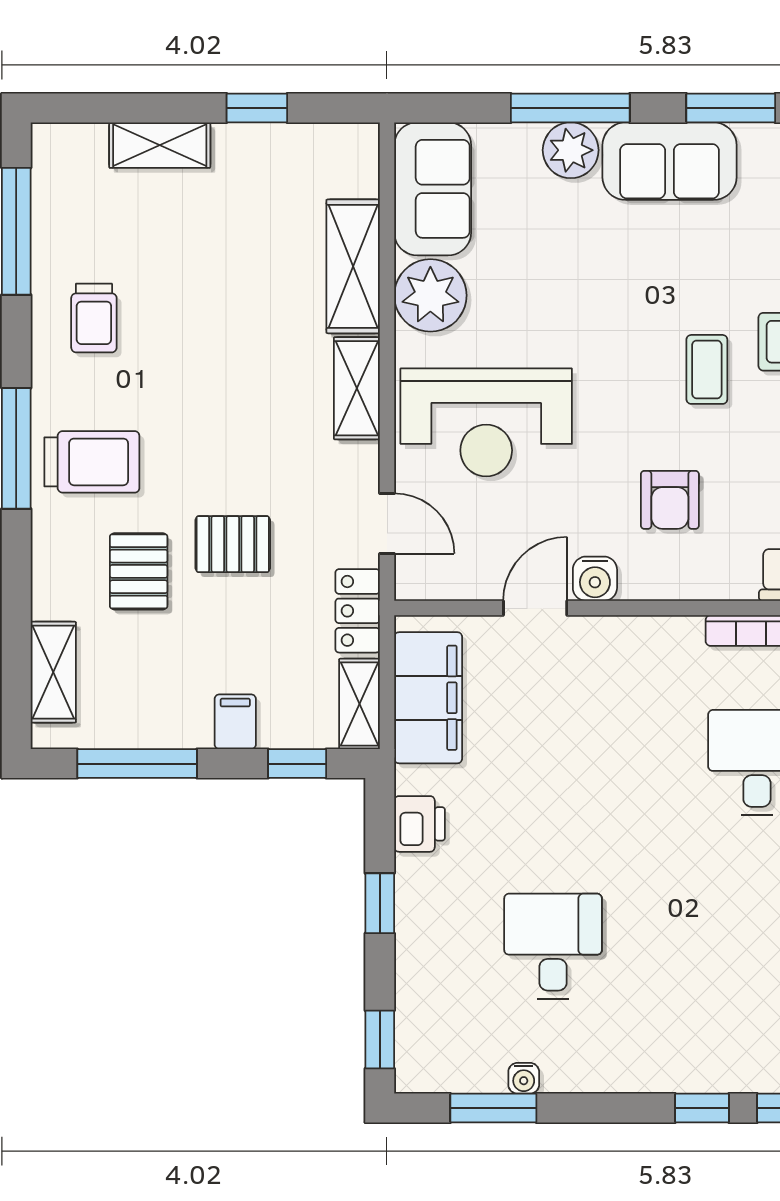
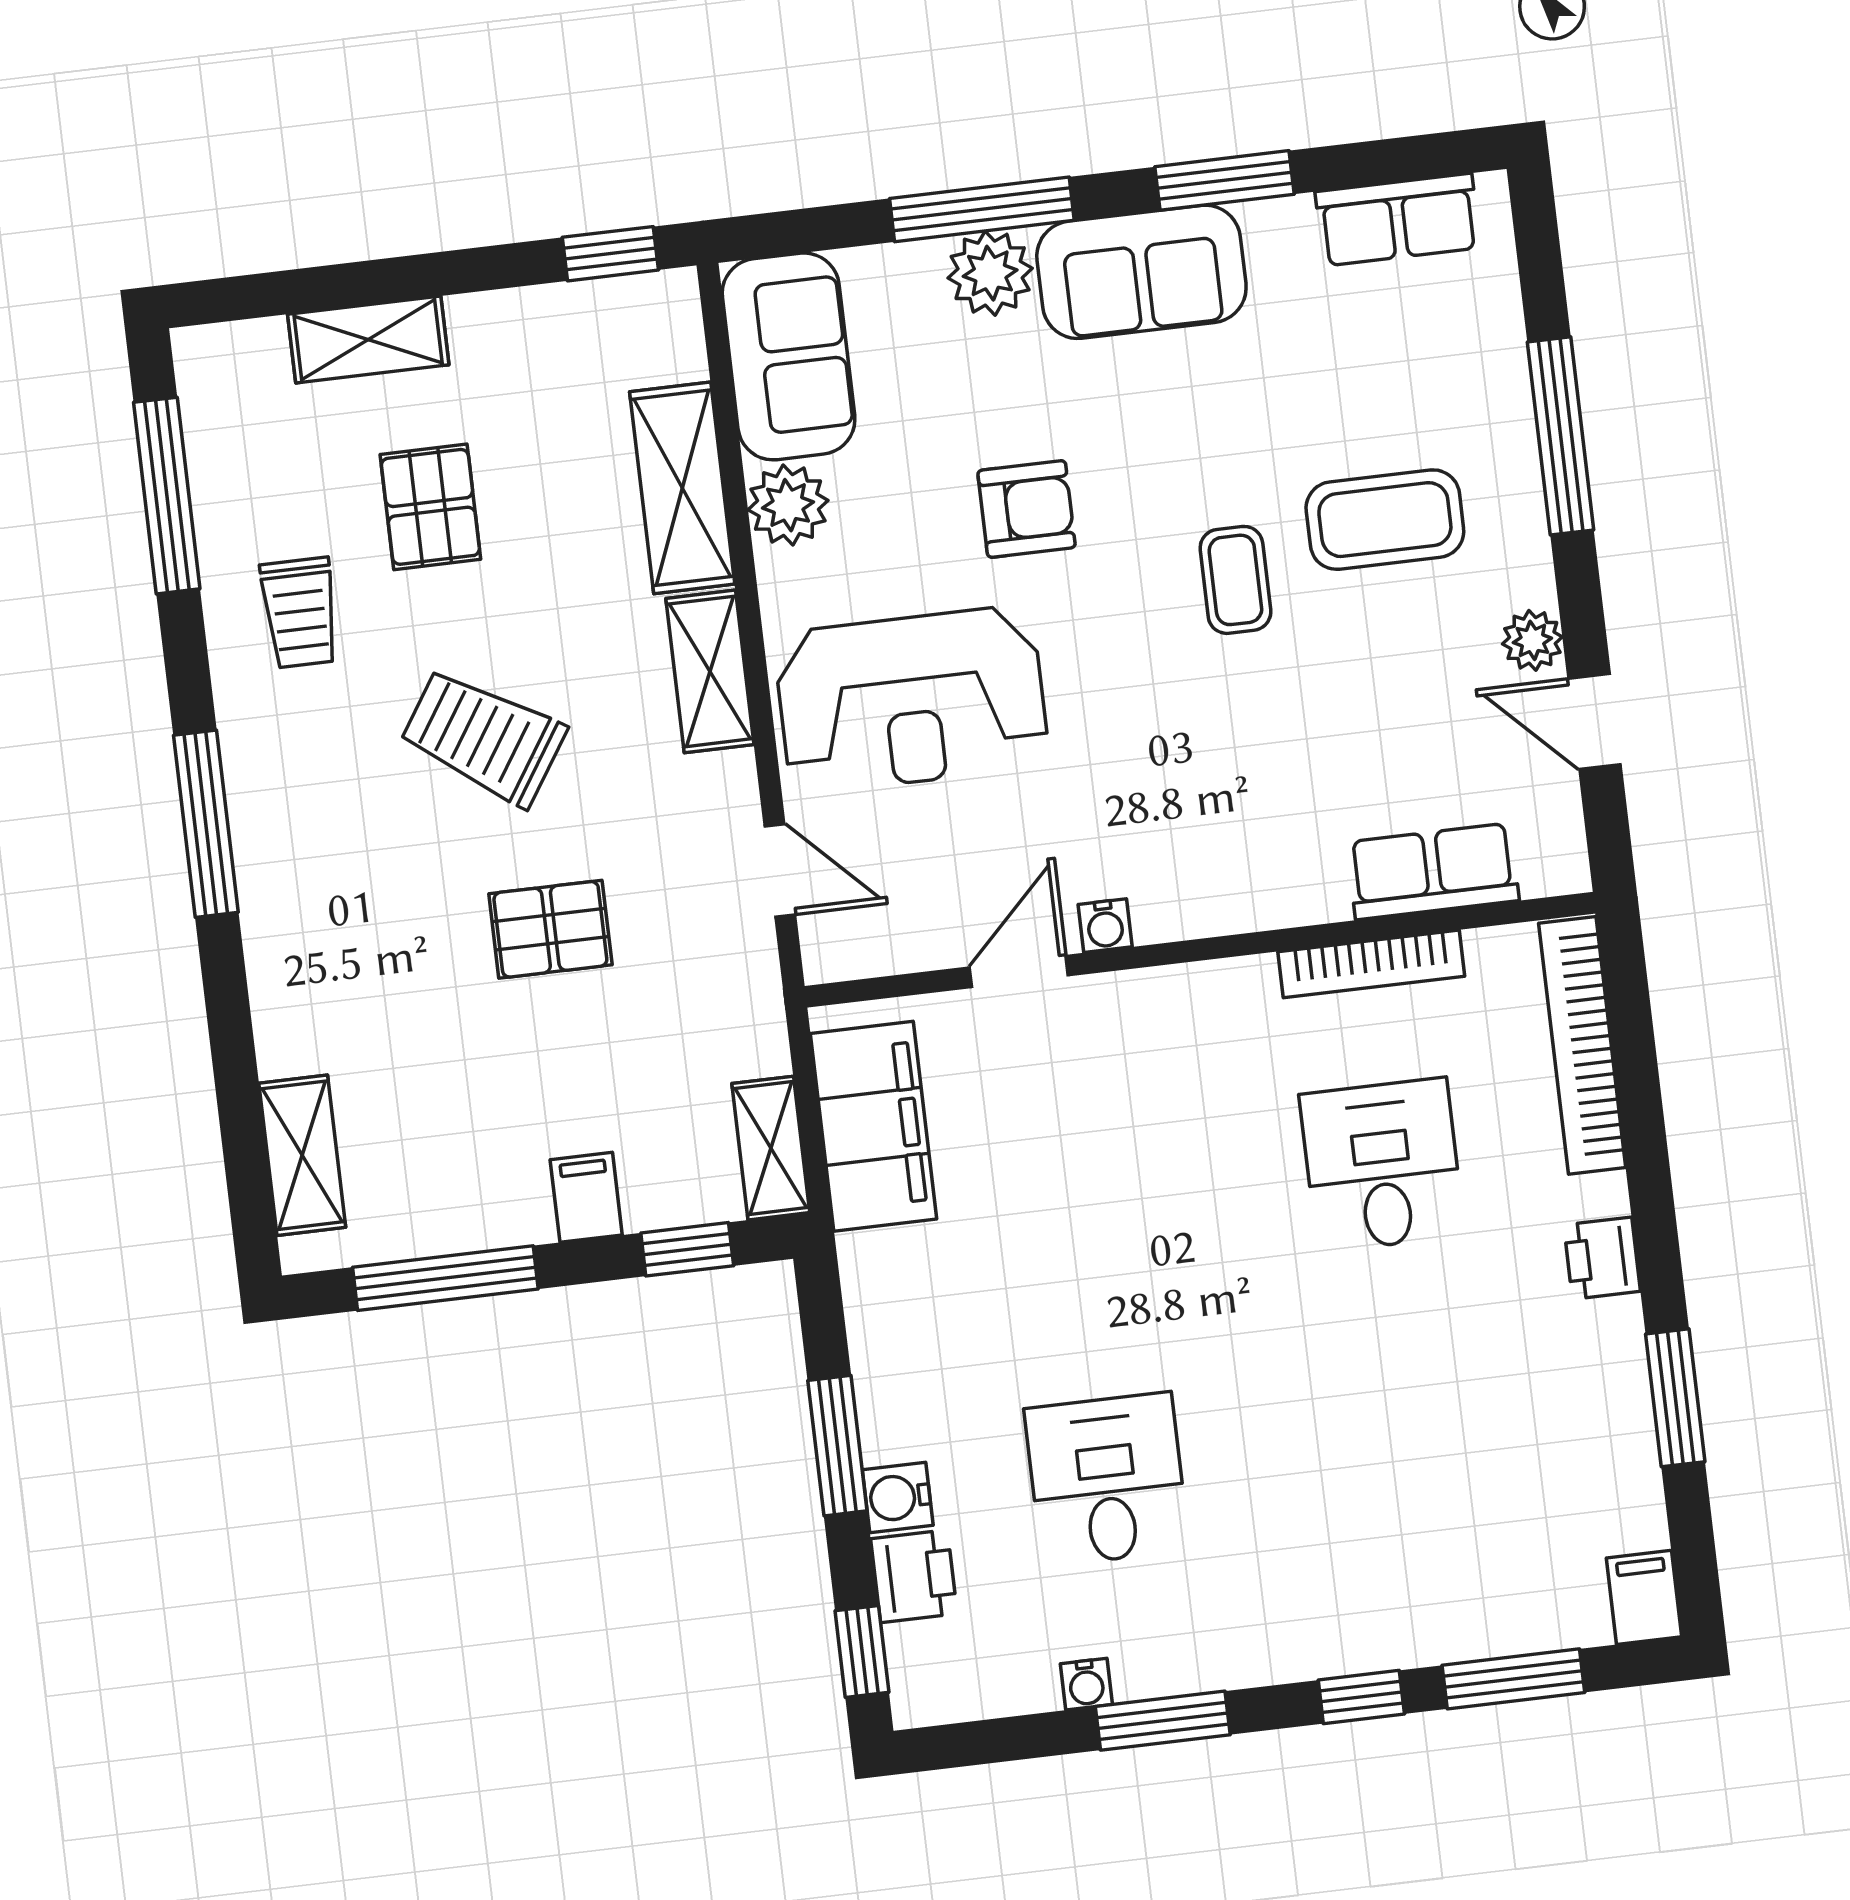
window: (257, 108) -> (610, 254), moved
plant: (430, 295) -> (788, 505), width x0.73, depth x0.73
trolley: (92, 462) -> (483, 737), moved, turned -147
armchair: (670, 500) -> (1027, 509), moved, turned -90
pallet: (139, 571) -> (430, 507), moved
water cooler: (595, 579) -> (1105, 926), width x0.72, depth x0.72
locker: (358, 611) -> (751, 1008), removed
printer: (420, 824) -> (914, 1576), moved
window: (380, 903) -> (837, 1446), width x1.50
water cooler: (415, 942) -> (898, 1497), added
window: (493, 1108) -> (1163, 1721), moved

